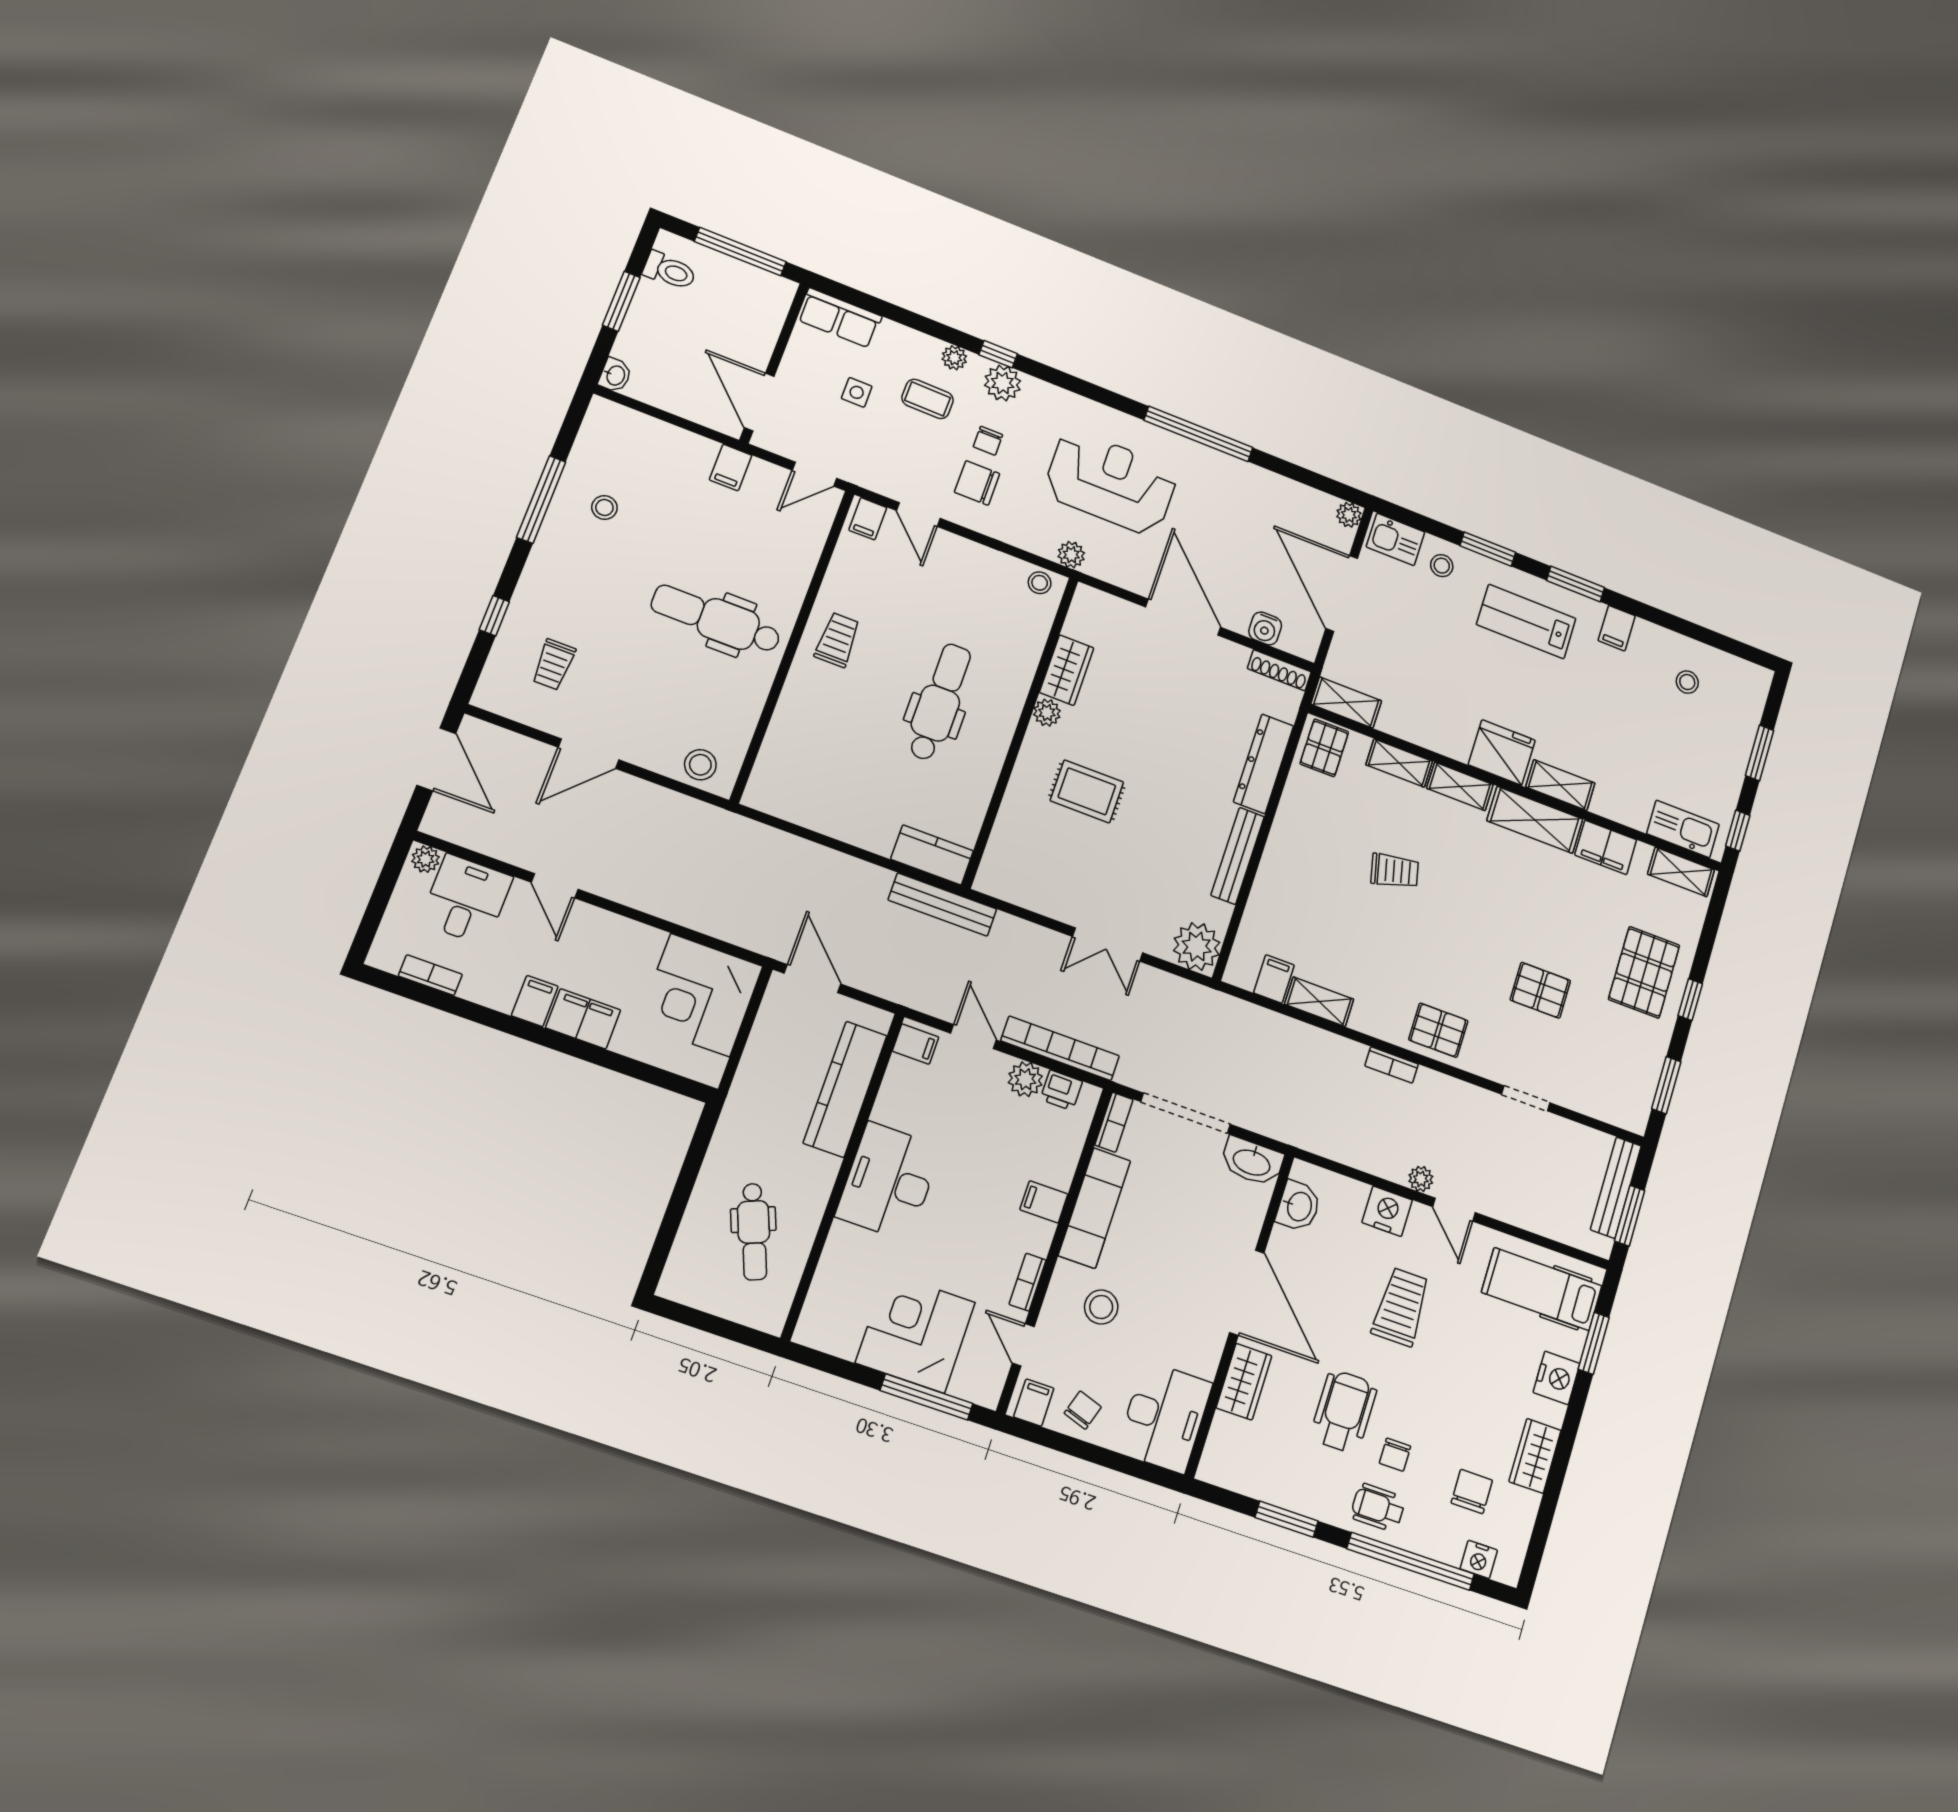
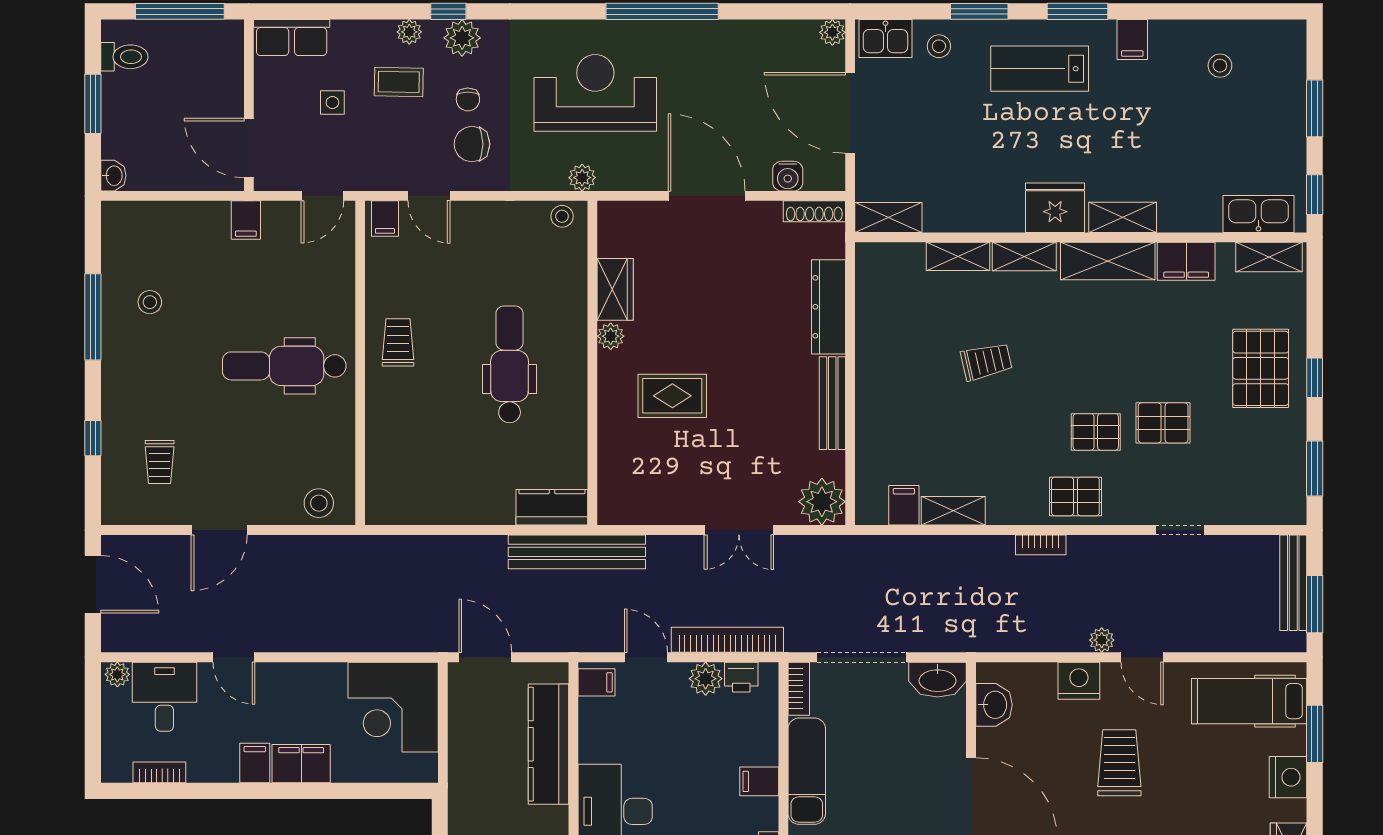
pallet: (1324, 748) -> (1096, 432), moved, turned 90
bench: (942, 905) -> (577, 552), width x1.37, depth x1.21

